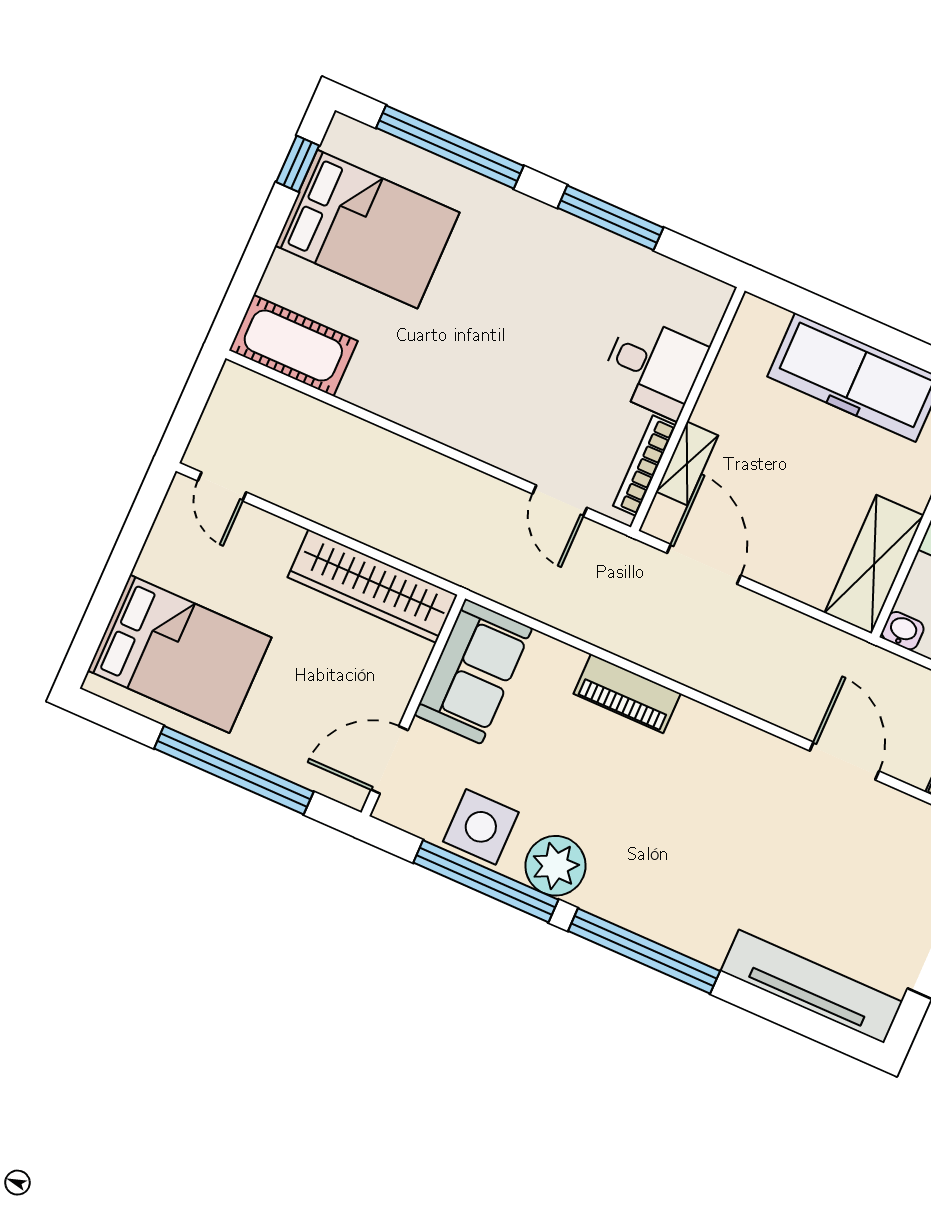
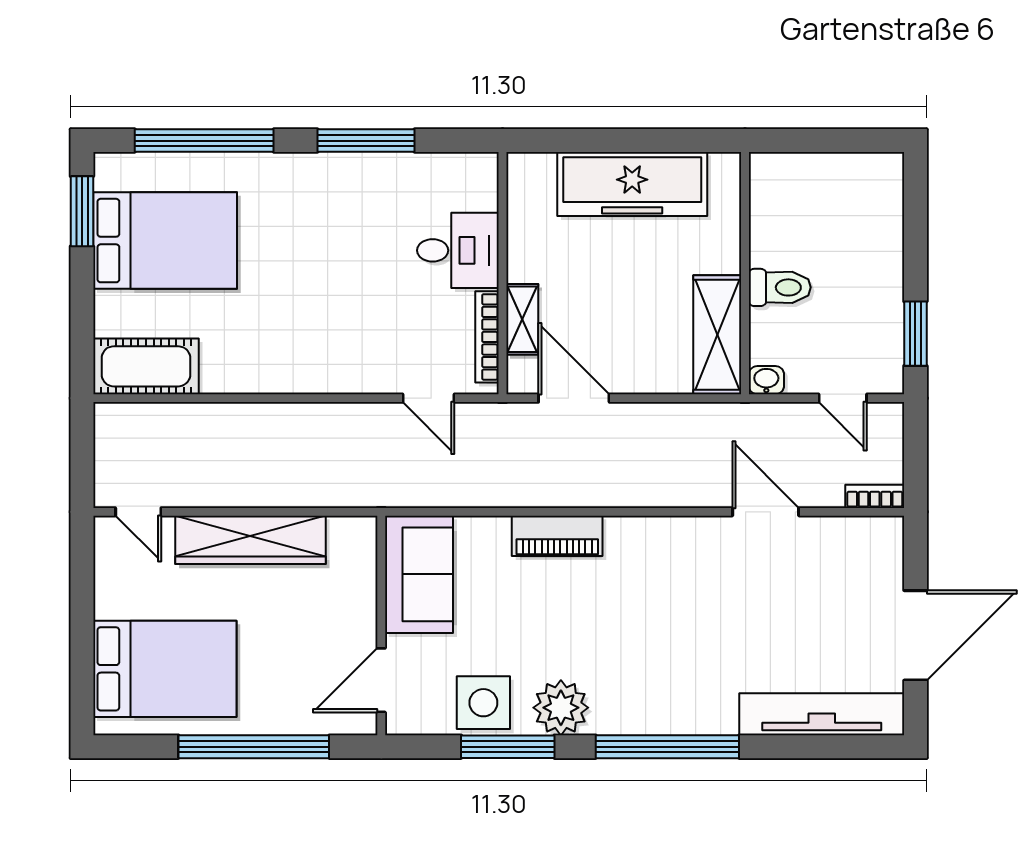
window: (298, 164) -> (82, 211), width x1.50
wardrobe: (372, 586) -> (251, 540), moved
window: (486, 881) -> (508, 747), width x0.68

